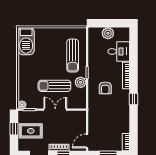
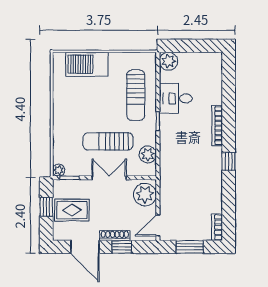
plant: (108, 33) -> (168, 61), moved
barbecue: (26, 41) -> (87, 64), moved, turned 90
desk: (119, 51) -> (176, 98), moved, turned 180
plant: (81, 82) -> (148, 155), moved
armchair: (105, 88) -> (185, 144), removed
plant: (79, 121) -> (145, 195), added

